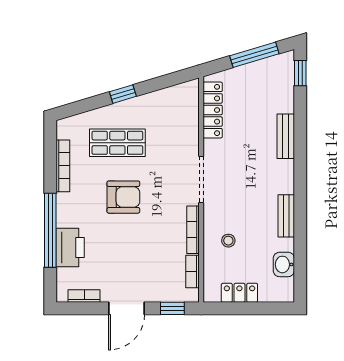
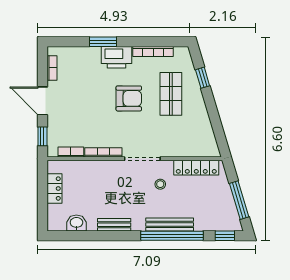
window: (123, 94) -> (203, 78), moved
bench: (286, 136) -> (170, 224), width x1.36
window: (300, 141) -> (172, 236), added
armchair: (123, 197) -> (129, 98), turned -90
window: (50, 230) -> (103, 42), width x0.47
stool: (228, 241) -> (160, 184), moved
printer: (70, 248) -> (117, 57), moved

